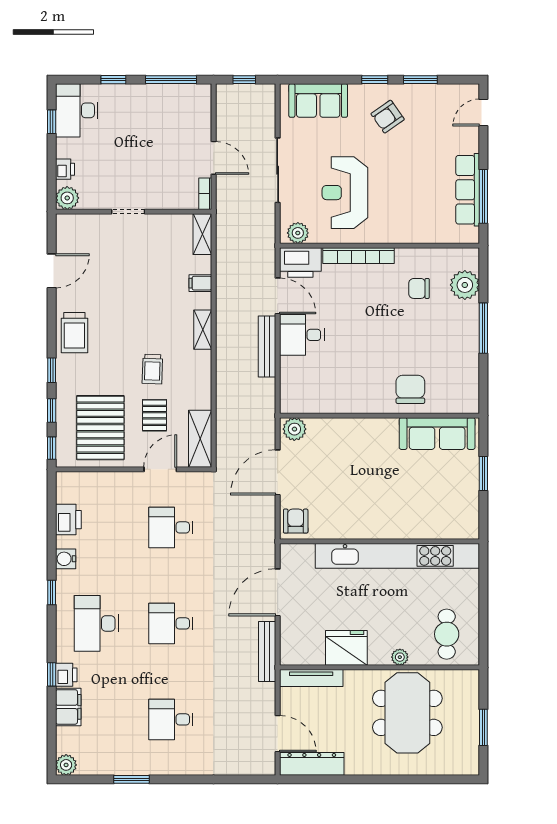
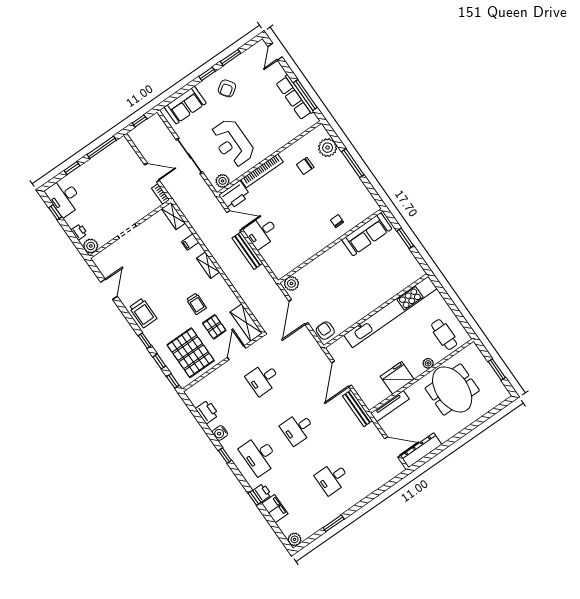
chair: (410, 389) -> (337, 221), width x0.54, depth x0.54

